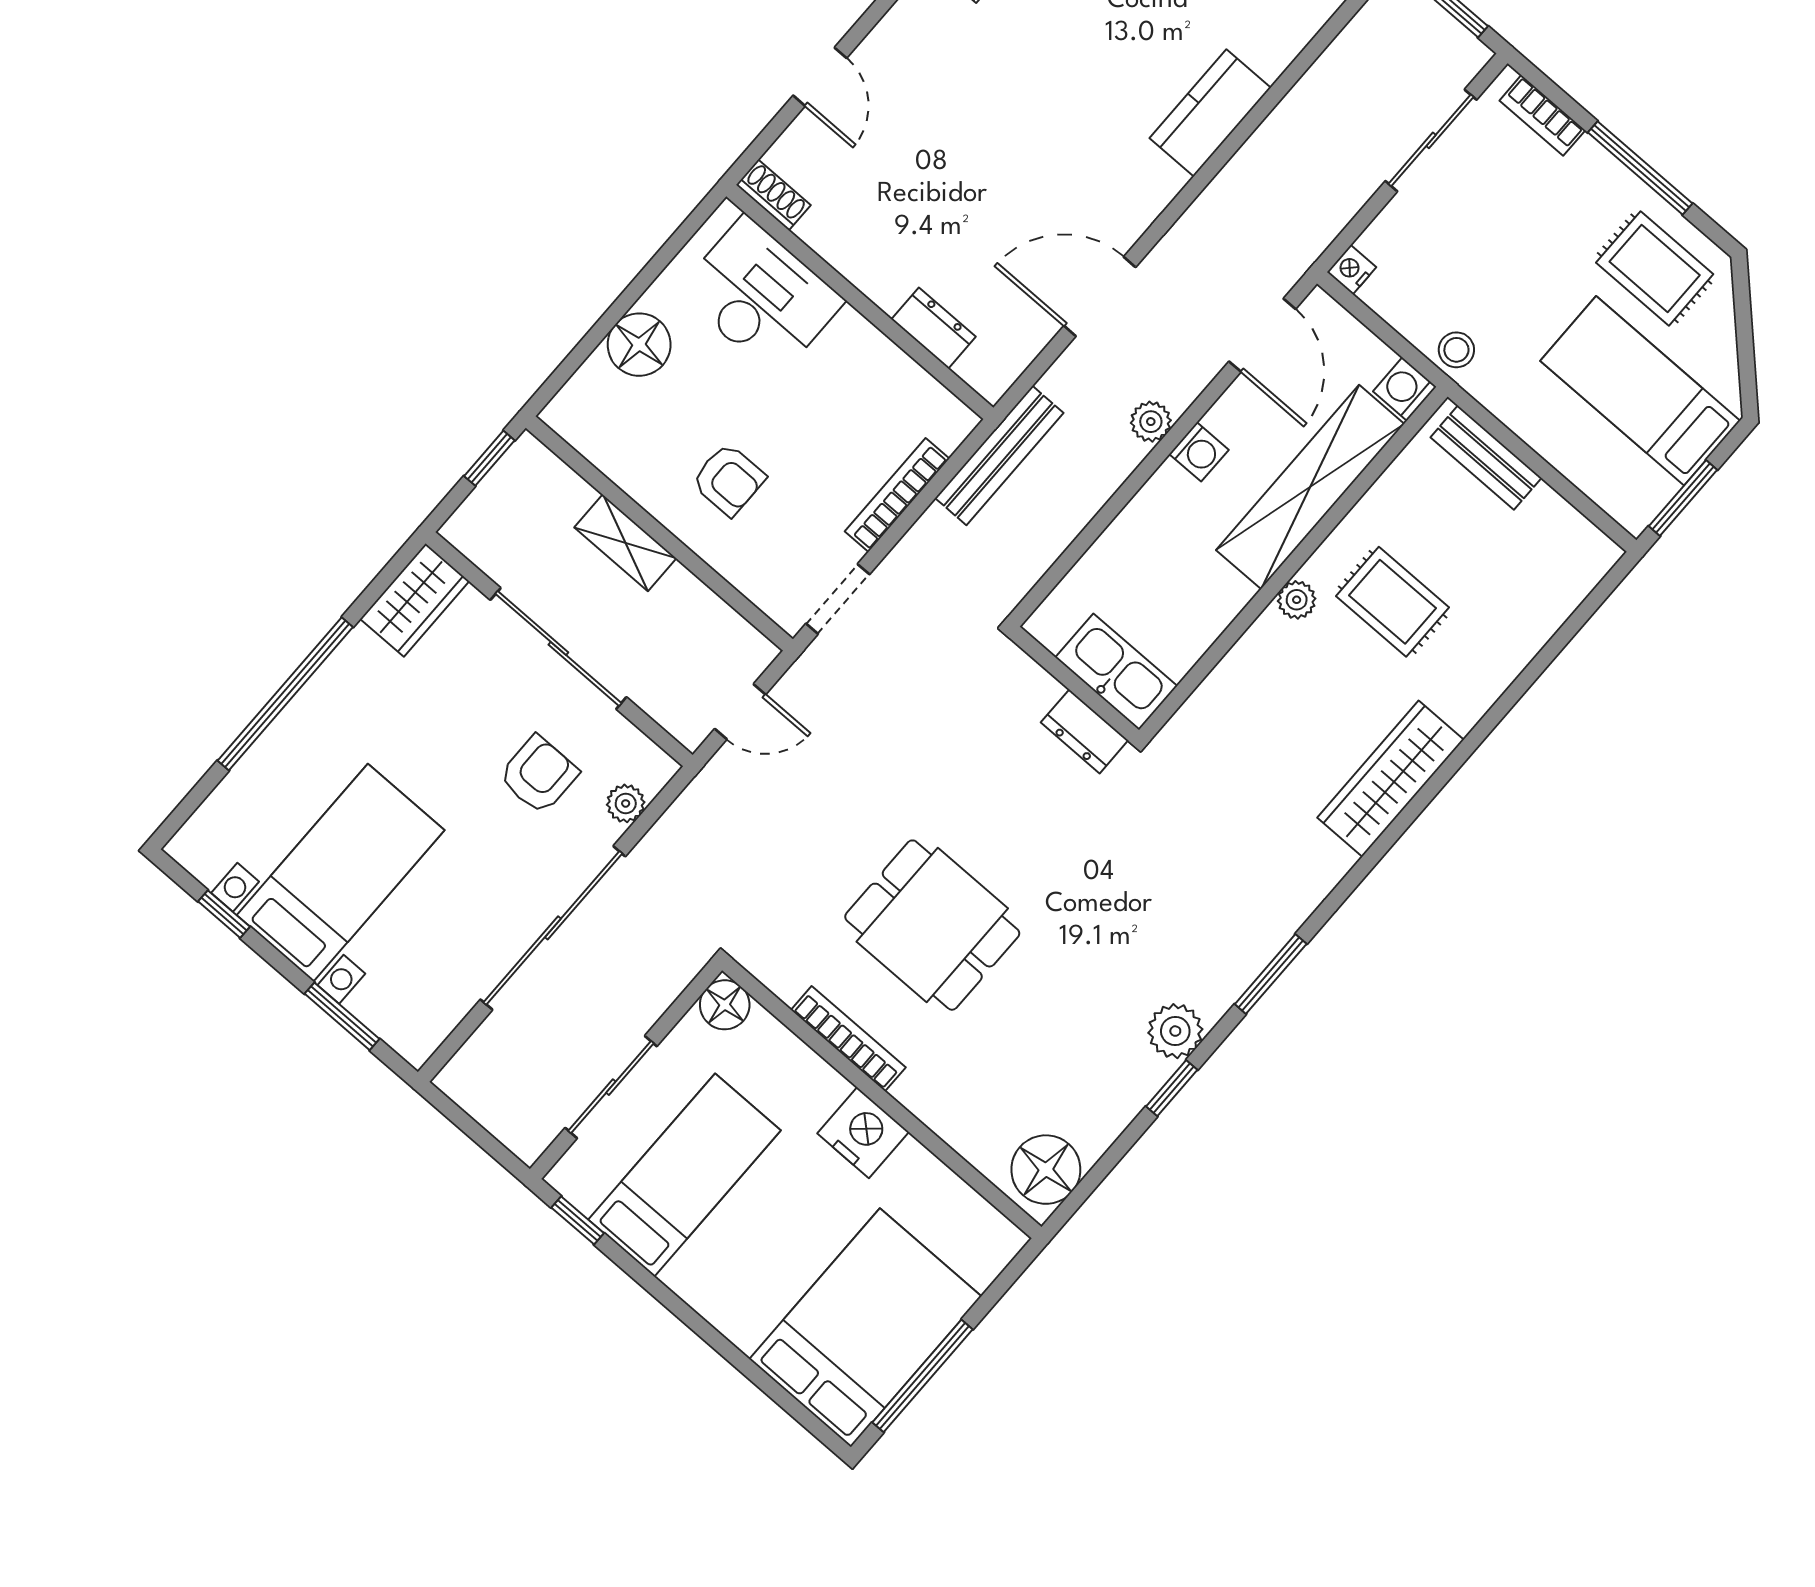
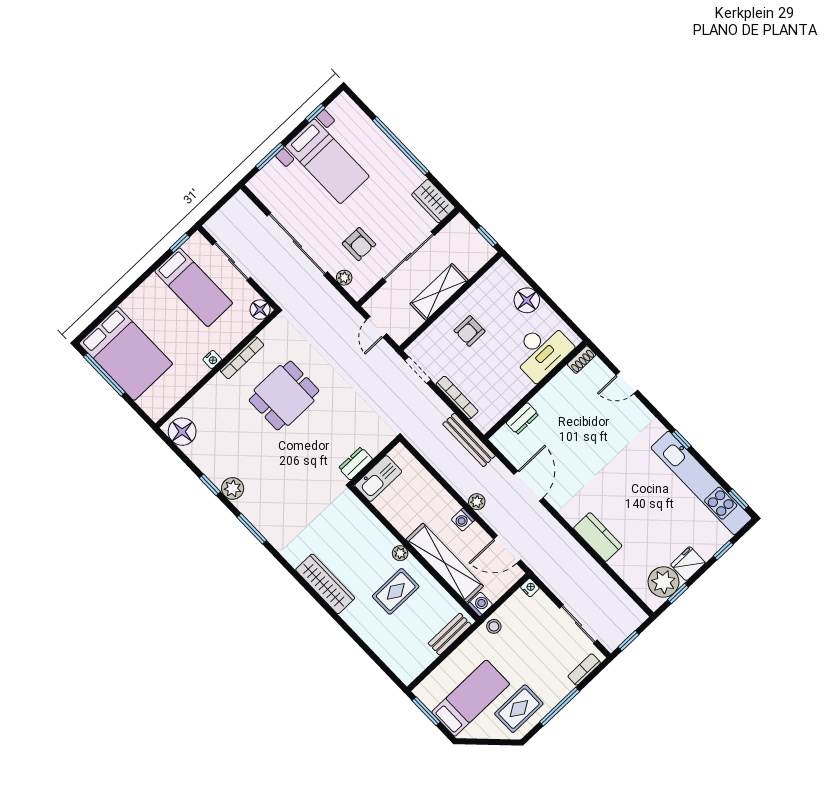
shelving: (625, 543) -> (439, 292), width x1.50, depth x1.33
nightstand: (863, 1133) -> (212, 359), width x0.53, depth x0.56

